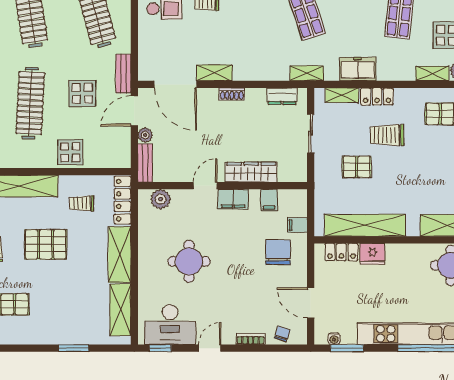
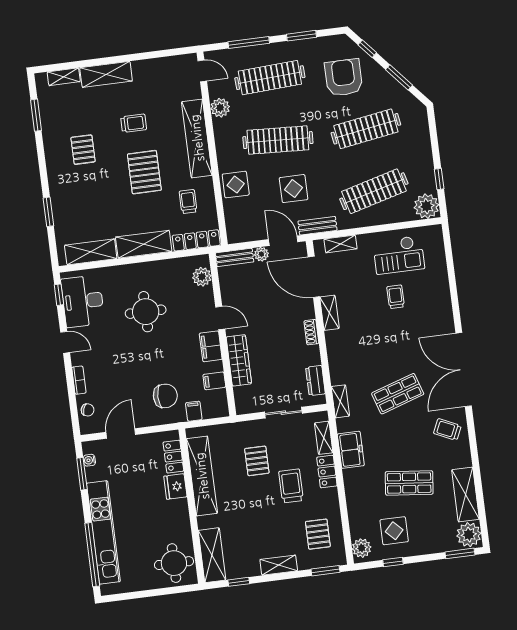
shelving: (432, 73) -> (340, 244), moved, turned 90
door: (175, 84) -> (314, 277), hinge flipped

